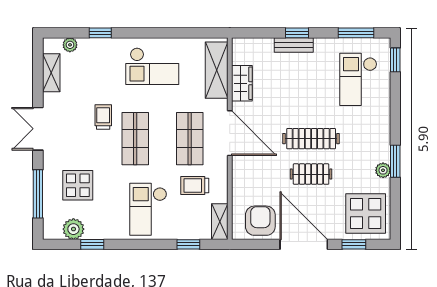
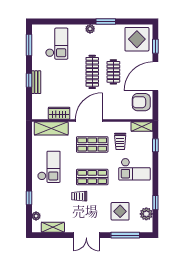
window: (395, 60) -> (45, 21), removed
checkout: (358, 79) -> (57, 44), turned -90
plant: (383, 170) -> (90, 29), moved

